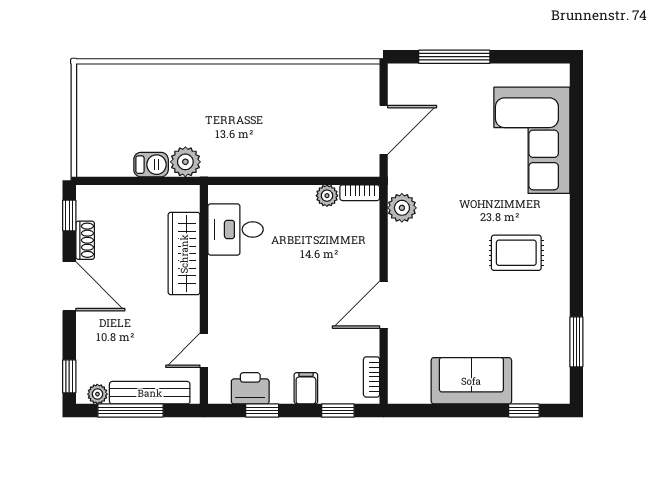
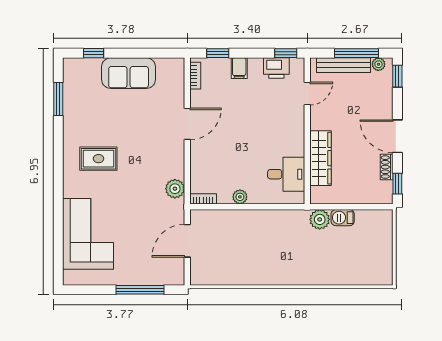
plant: (327, 196) -> (240, 197), moved
window: (262, 411) -> (286, 53), moved

